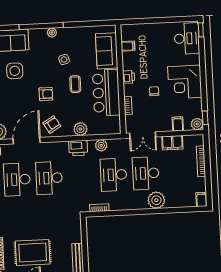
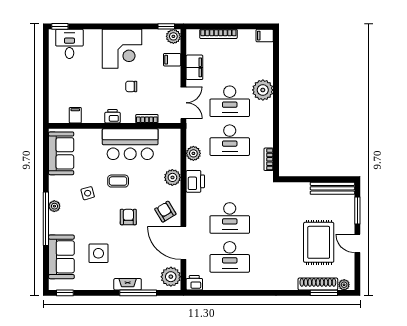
desk: (187, 38) -> (69, 44), width x0.73
sofa: (107, 51) -> (61, 153), moved, turned -90

